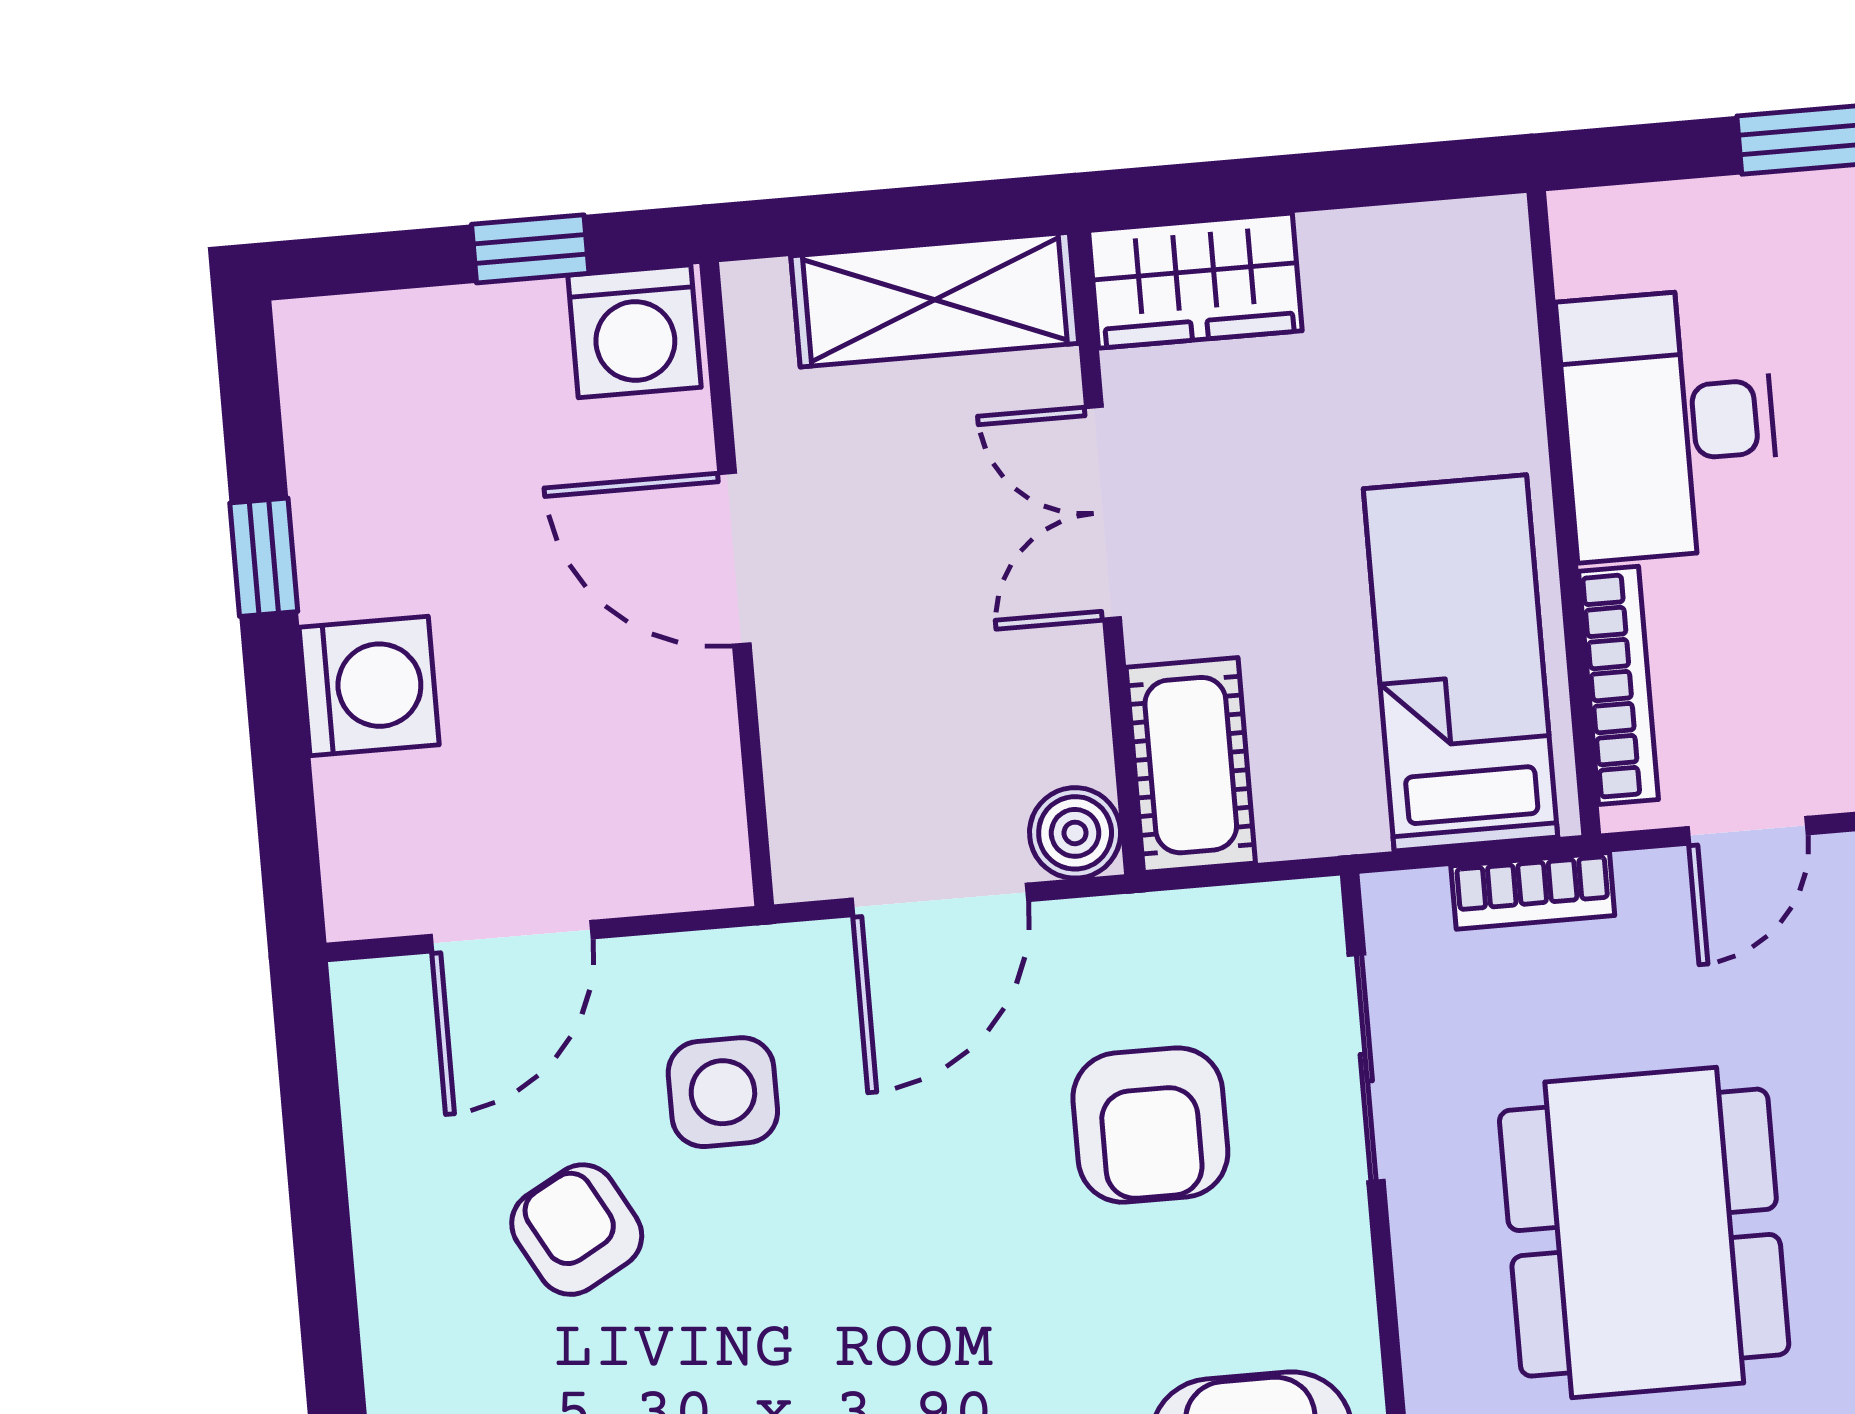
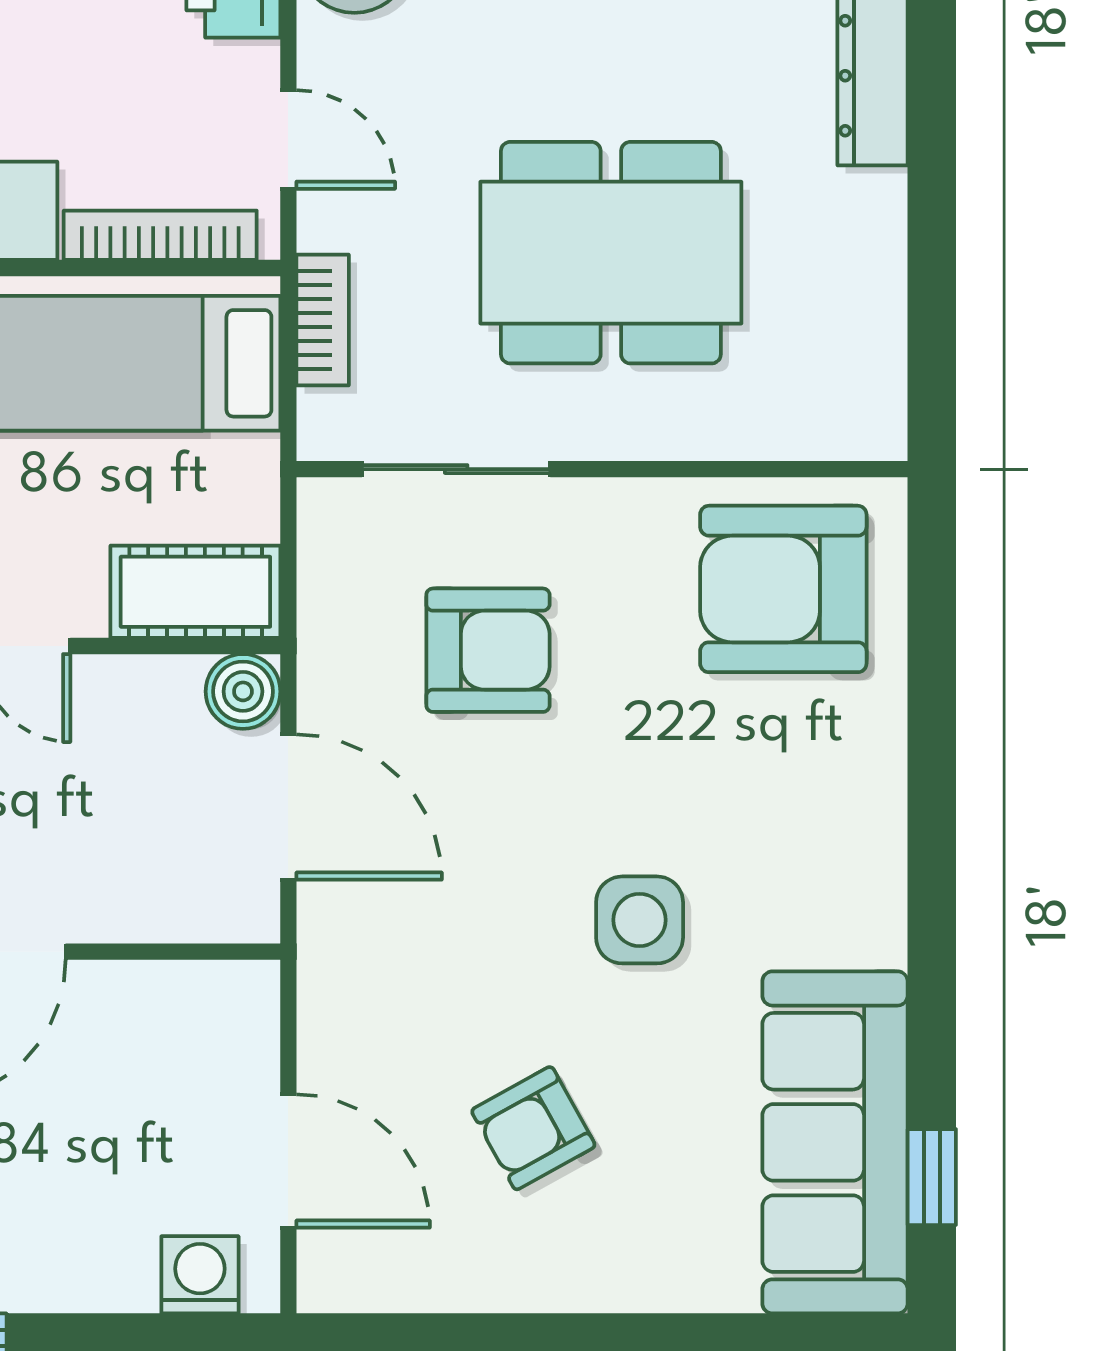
washing machine: (369, 686) -> (200, 1275), moved, width x0.73, depth x0.73
side table: (723, 1092) -> (640, 920), moved

